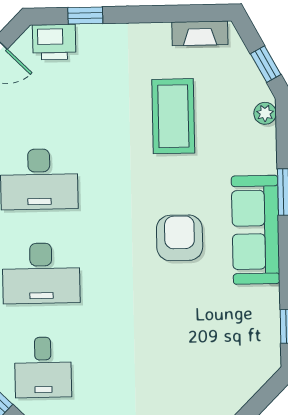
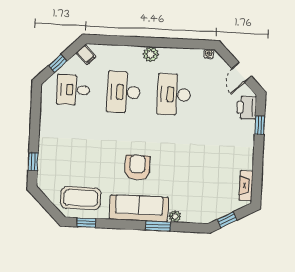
plant: (265, 113) -> (175, 216), moved
coffee table: (173, 116) -> (81, 198), moved
armchair: (180, 238) -> (137, 167), turned -90

